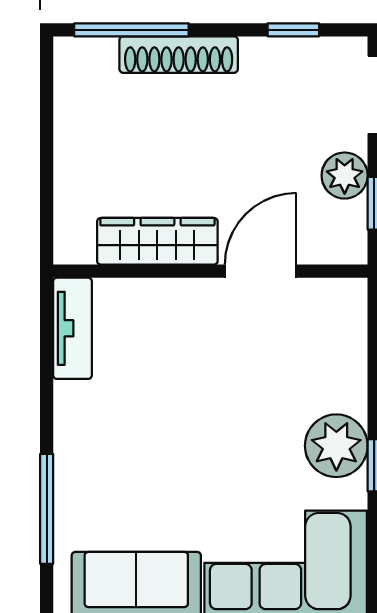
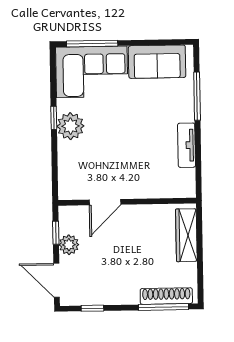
shoe rack: (179, 55) -> (166, 296), moved
wardrobe: (157, 241) -> (186, 235), moved, turned 90
tv unit: (72, 328) -> (187, 145), moved

